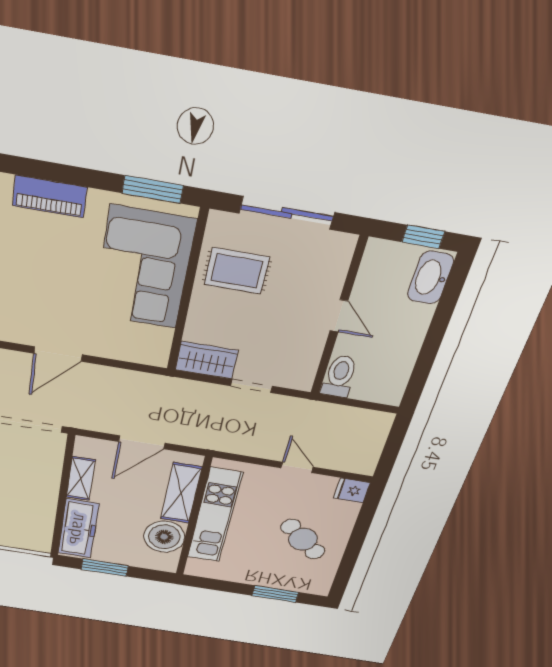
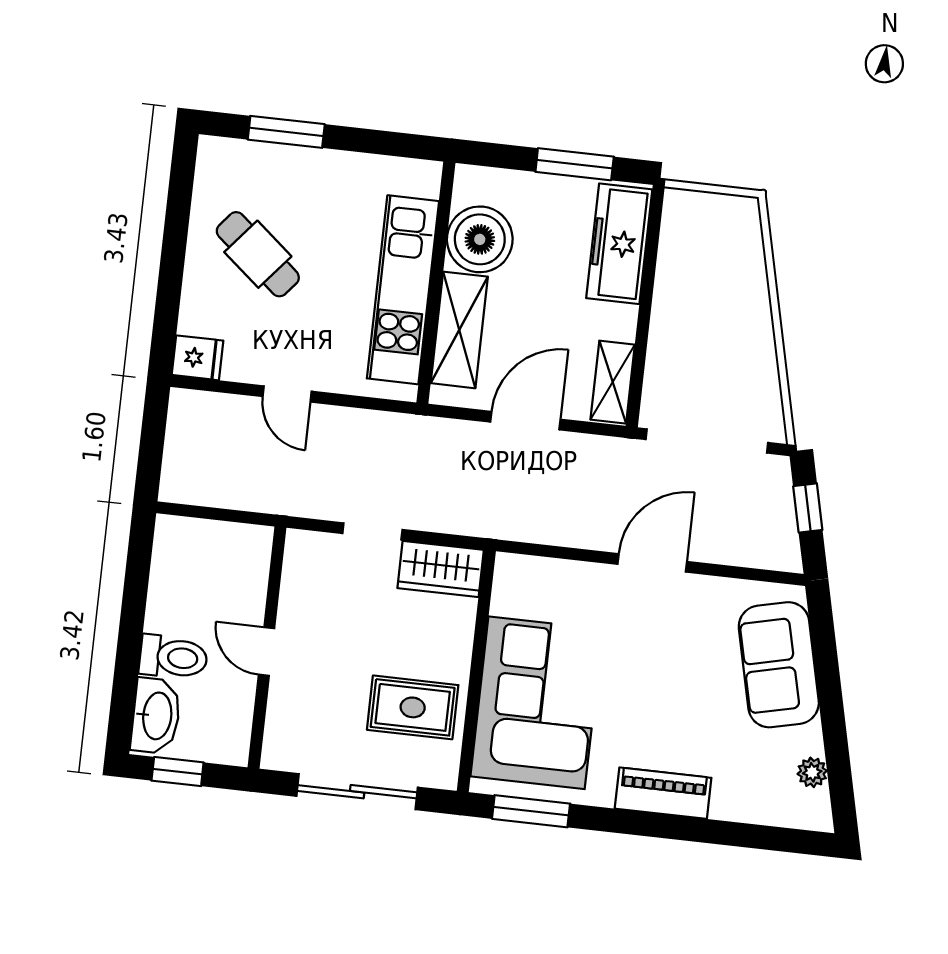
toilet: (340, 376) -> (173, 657), moved, turned -90
shelving: (81, 479) -> (613, 382), moved

